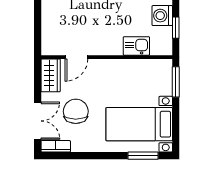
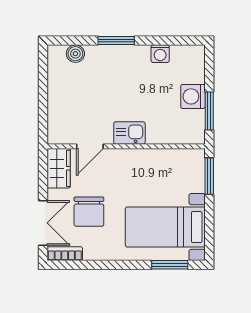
window: (176, 28) -> (209, 111), width x1.50
kitchen sink: (136, 46) -> (129, 133), moved
chair: (76, 111) -> (89, 212), turned 180

